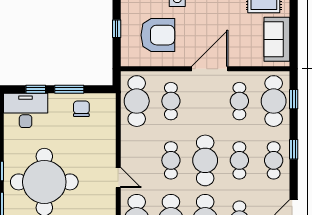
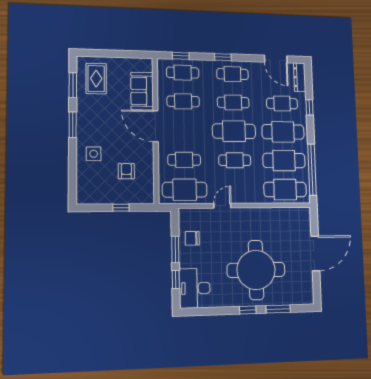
armchair: (158, 35) -> (126, 171), width x0.53, depth x0.53
sofa: (277, 39) -> (142, 91), moved, turned 90
cafe table: (274, 101) -> (183, 73), width x0.73, depth x0.74
door: (118, 178) -> (222, 206), moved

